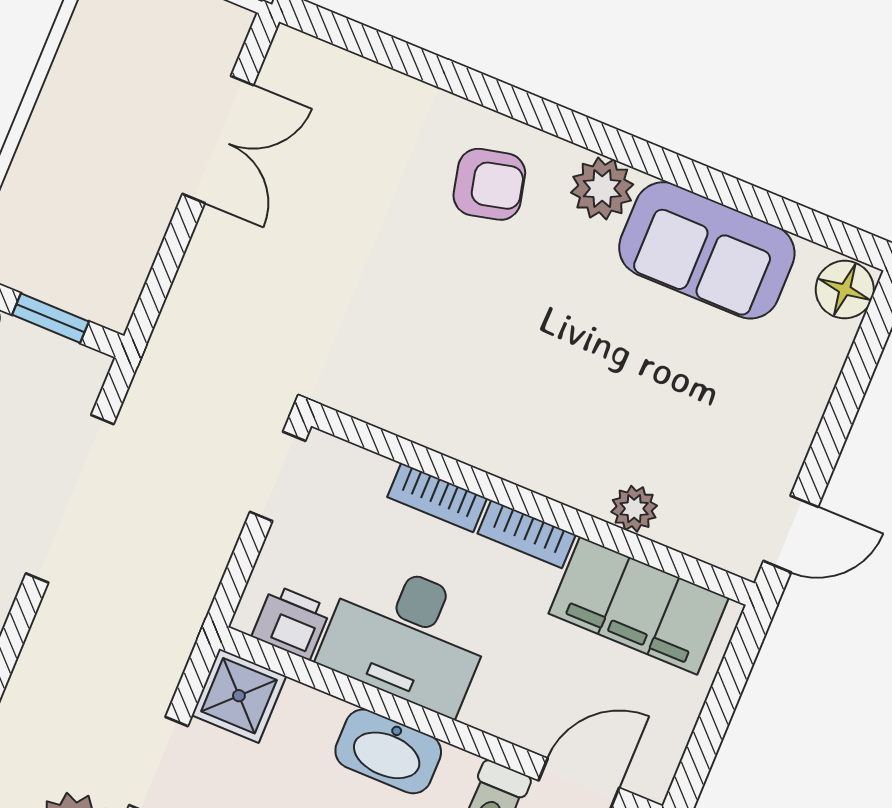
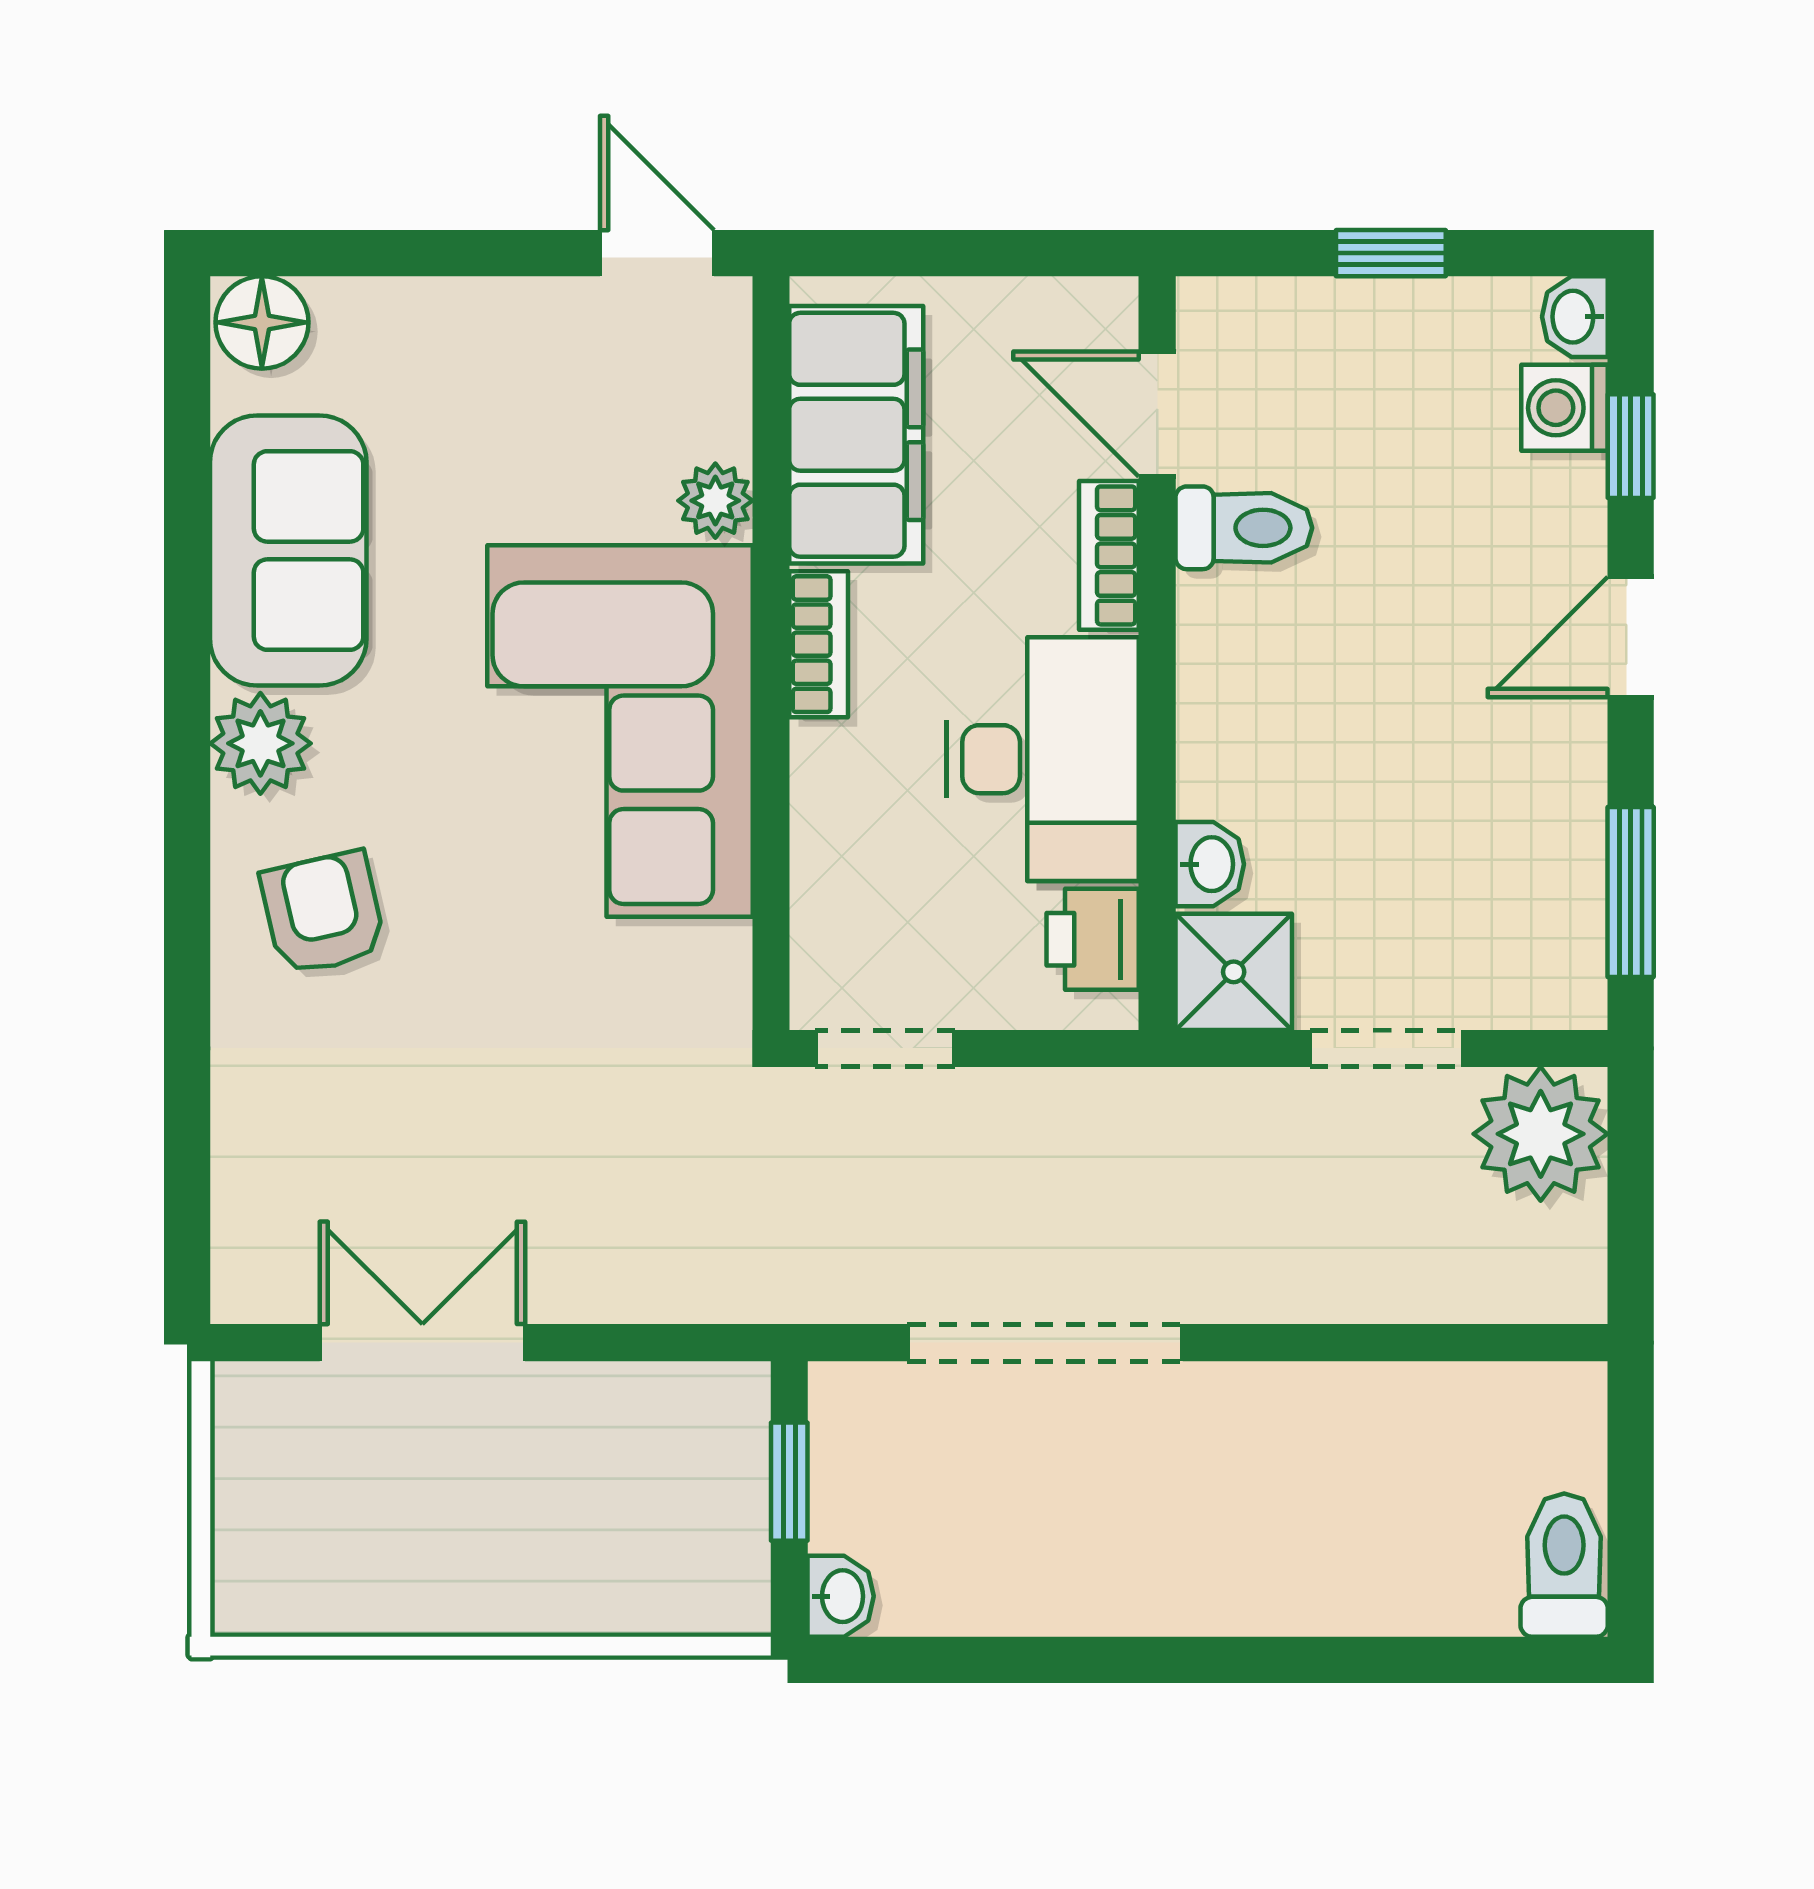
corner sofa: (524, 399) -> (620, 731), added
bookcase: (437, 498) -> (1109, 555), moved, turned 180
washbasin: (388, 751) -> (1210, 864), moved, width x0.52, depth x0.69

